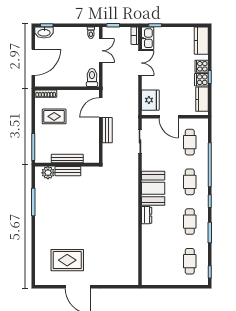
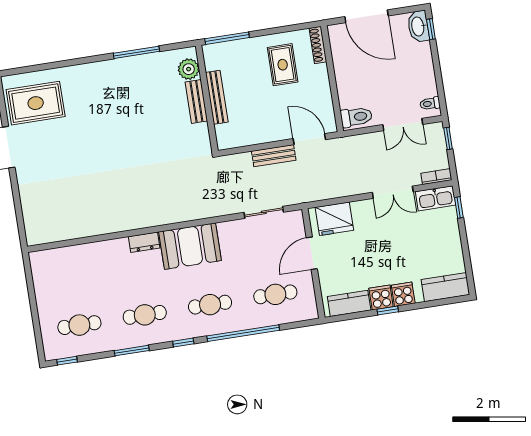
rug: (67, 260) -> (36, 103), moved, turned 90

